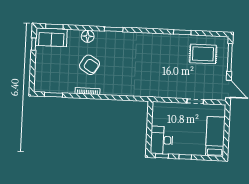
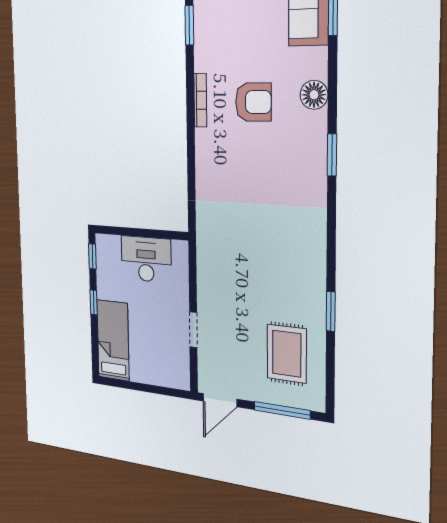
armchair: (90, 65) -> (253, 102), turned -122
bed: (215, 136) -> (113, 340), moved, turned -90
desk: (162, 140) -> (146, 259), moved

